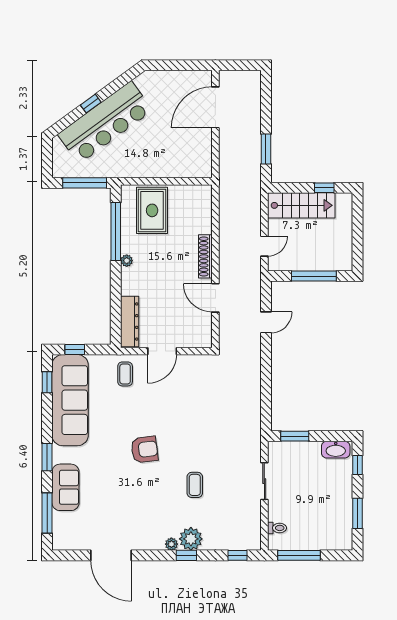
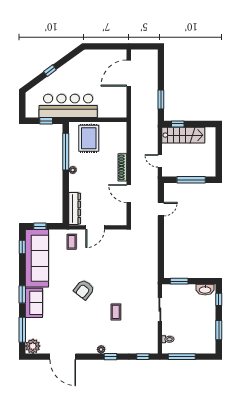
bar counter: (105, 122) -> (68, 106), moved, turned -144
window: (85, 183) -> (46, 121), width x0.46
window: (324, 188) -> (178, 124), moved
door: (264, 246) -> (160, 161), swing flipped
armchair: (144, 450) -> (84, 290), turned 135
sofa: (65, 487) -> (34, 303), moved
plant: (191, 539) -> (33, 346), moved

